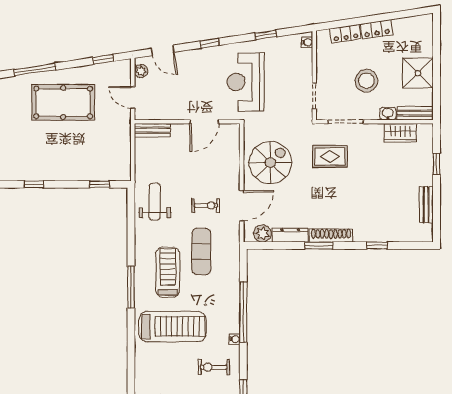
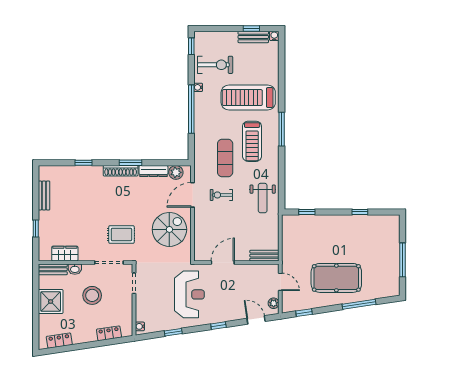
locker: (376, 29) -> (59, 341), moved
spiral stairs: (270, 163) -> (169, 229), turned 180
exercise bike: (214, 367) -> (215, 65), width x1.38, depth x1.39

